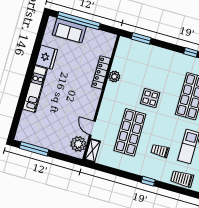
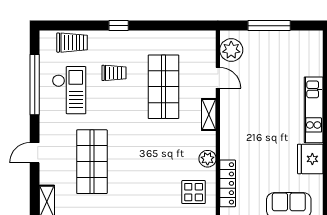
locker: (101, 72) -> (228, 183), moved
display table: (150, 98) -> (194, 192), moved
window: (34, 149) -> (269, 26), moved
shelving: (93, 151) -> (209, 114), moved

